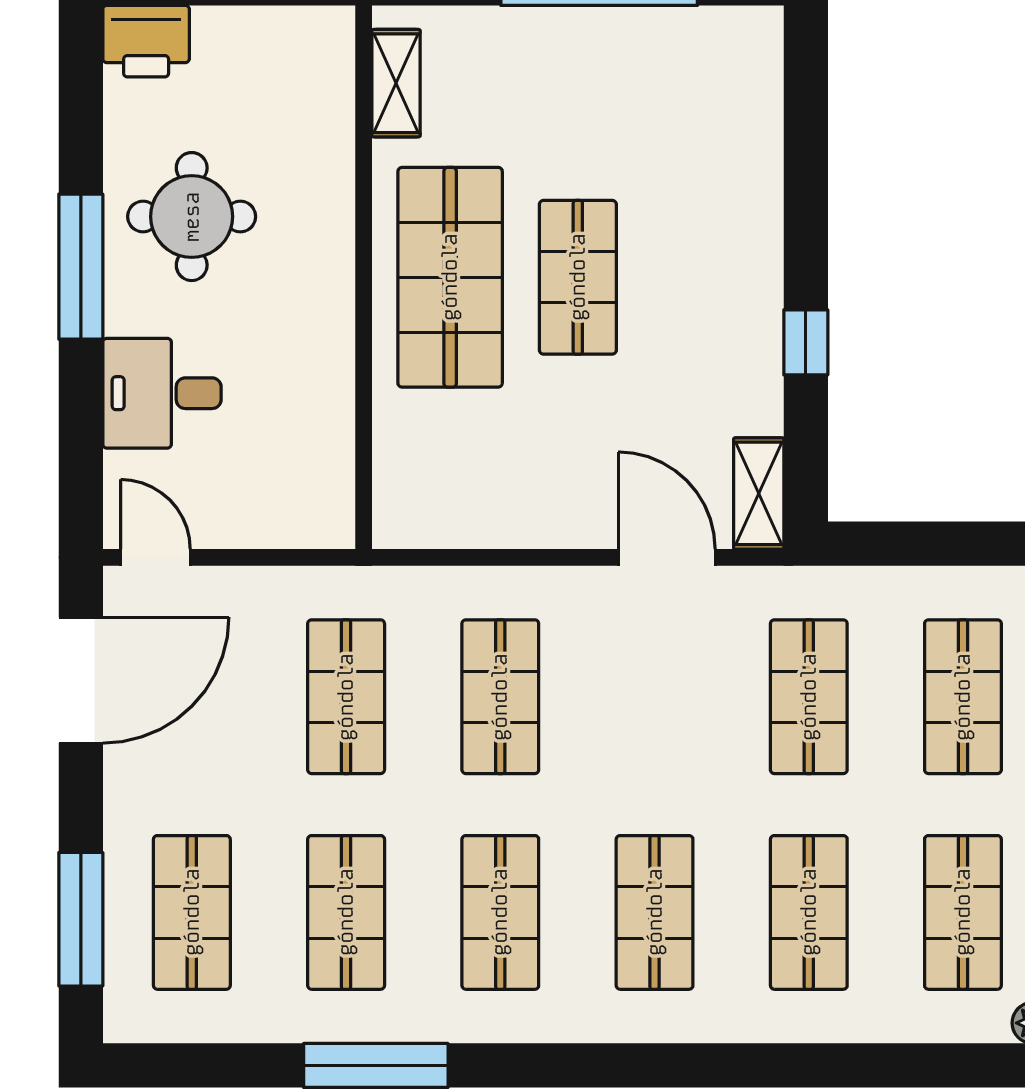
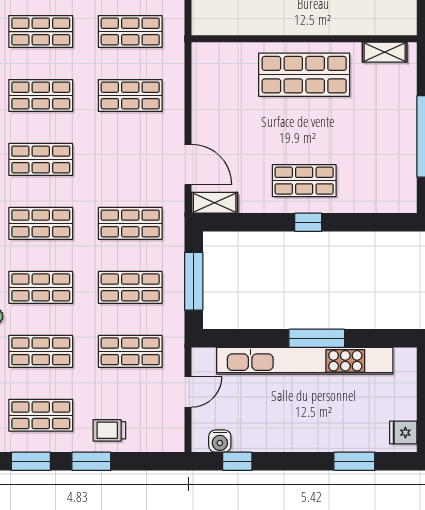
shop shelf: (578, 277) -> (304, 181), moved
window: (806, 342) -> (308, 222), moved
window: (948, 544) -> (194, 281), added
door: (667, 557) -> (188, 164), hinge flipped

